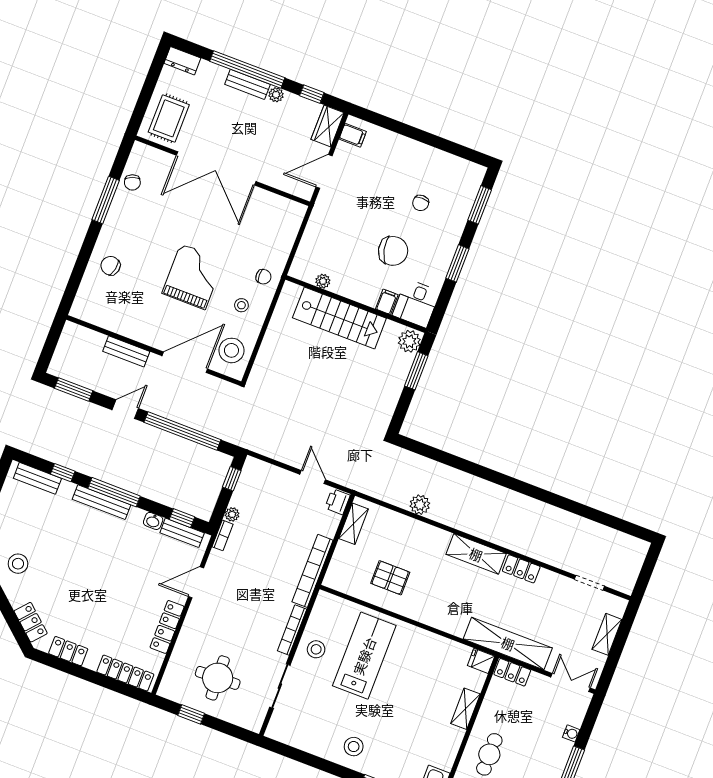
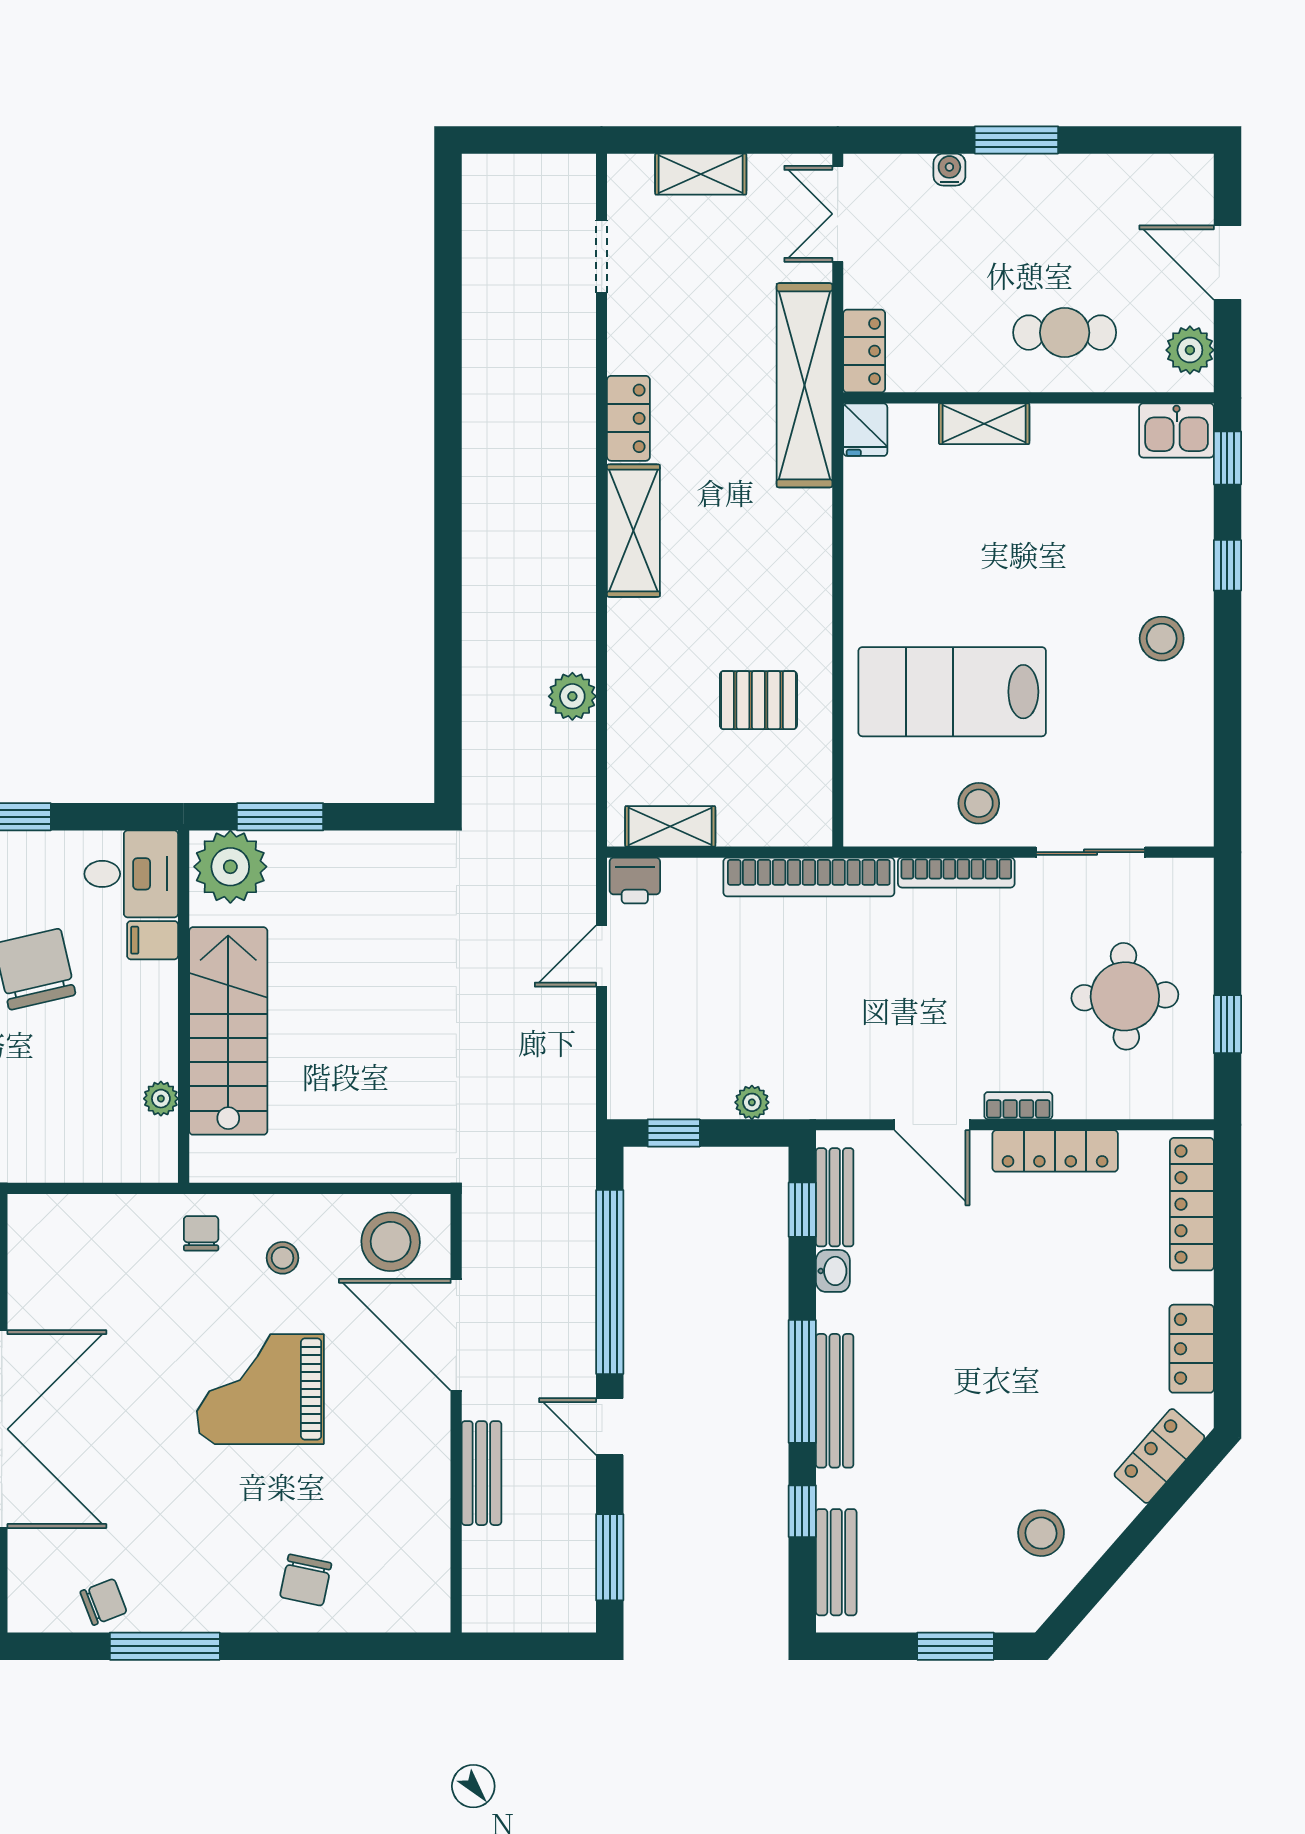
plant: (409, 341) -> (230, 867), width x1.36, depth x1.36
bookcase: (223, 535) -> (1018, 1106), moved
pallet: (390, 578) -> (758, 700), turned 90

